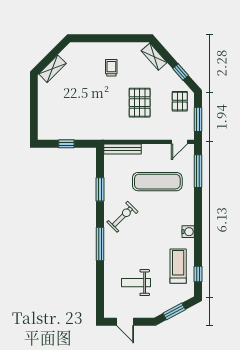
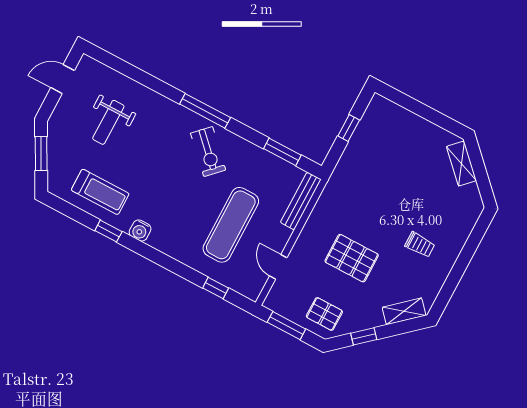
door: (179, 142) -> (278, 267), moved
window: (198, 171) -> (216, 288), width x0.46
window: (100, 189) -> (282, 152), moved
window: (100, 244) -> (205, 111), moved
window: (198, 274) -> (108, 231), moved
weight bench: (136, 283) -> (108, 122), turned 180

